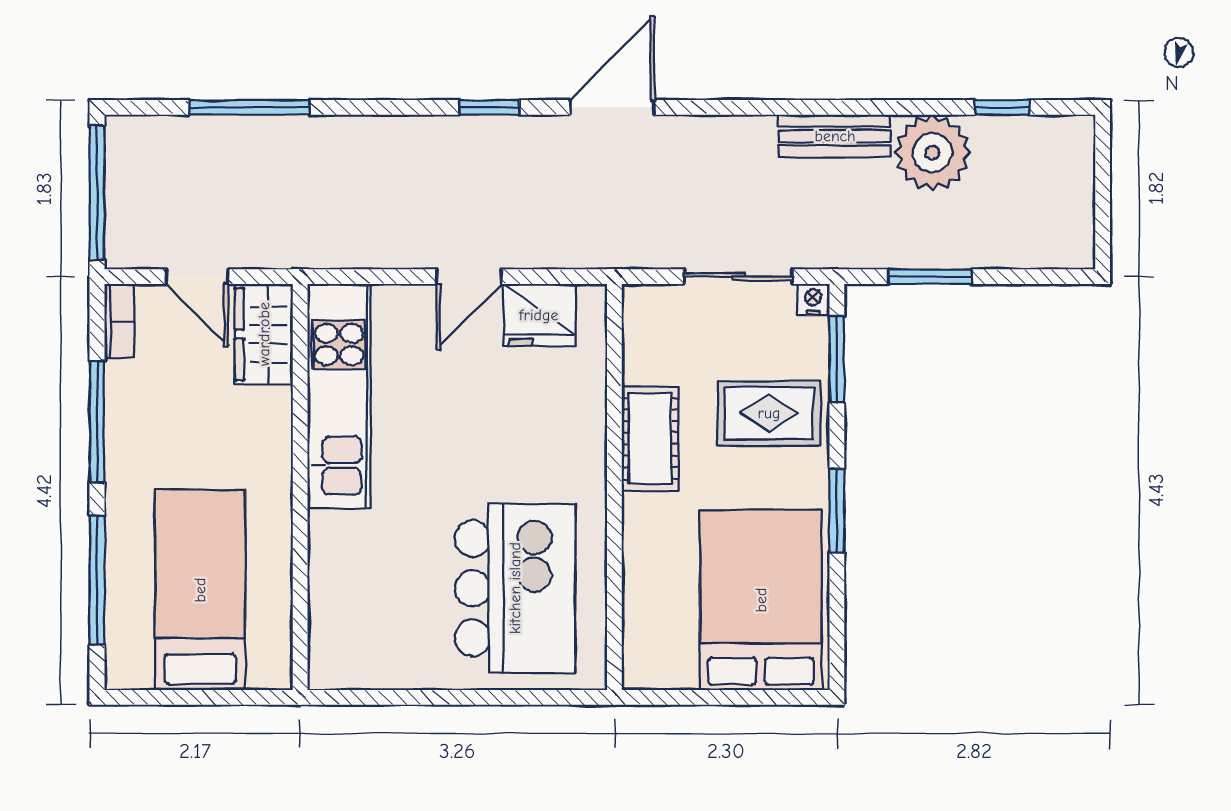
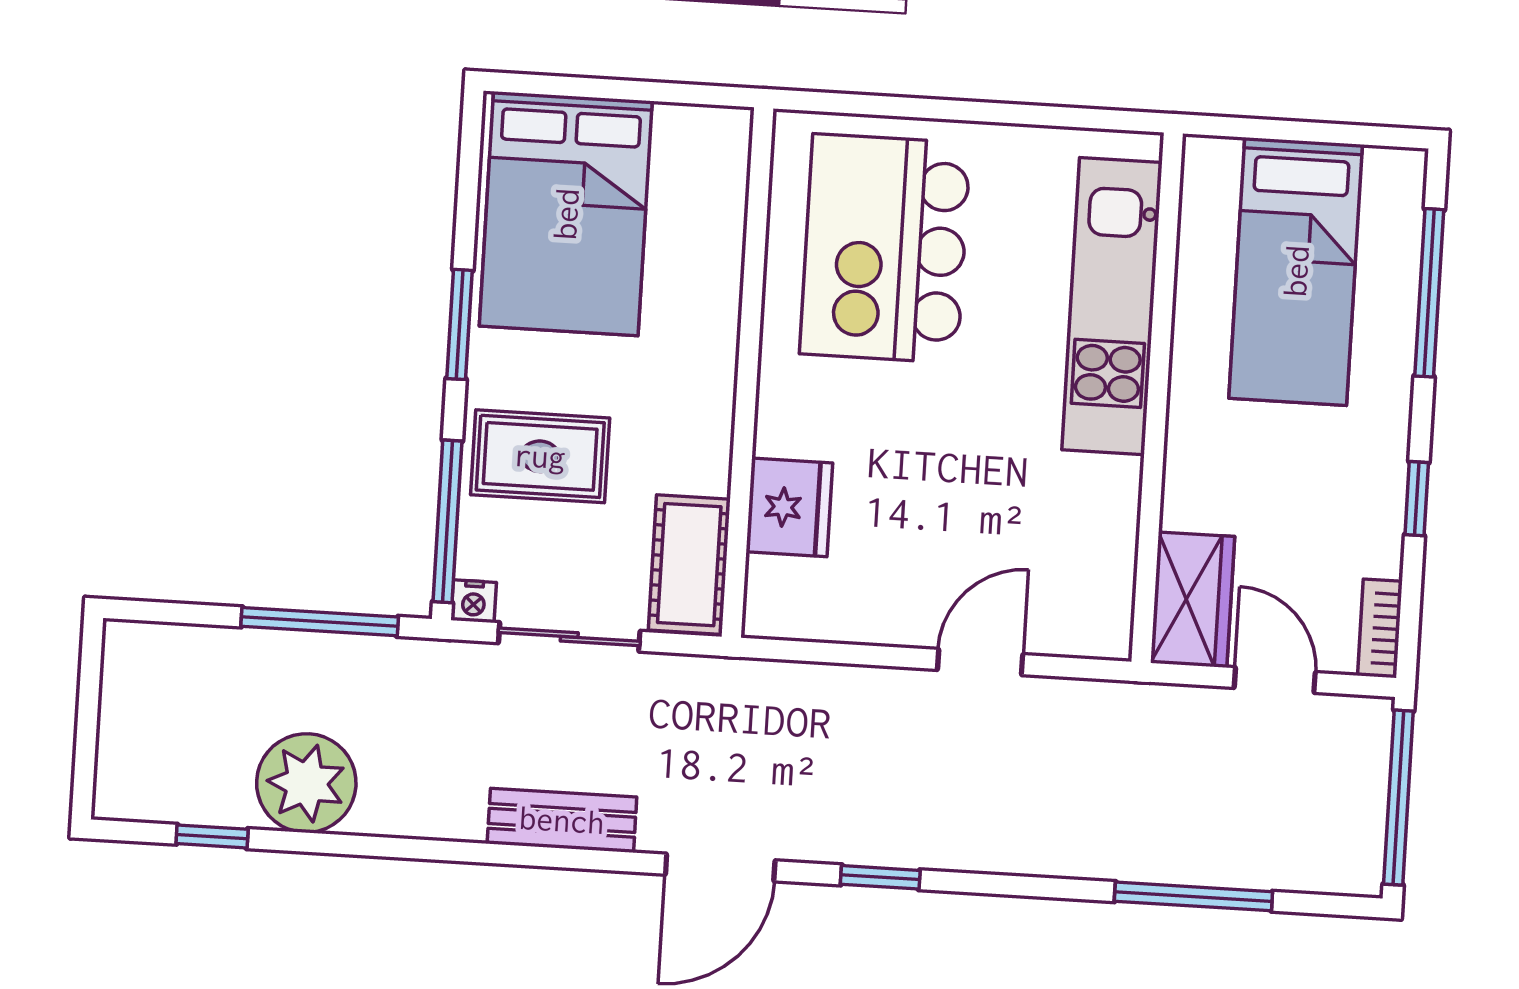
bench: (835, 136) -> (562, 820), moved
door: (469, 277) -> (980, 662), moved
window: (930, 277) -> (320, 622), width x1.44
fridge: (539, 315) -> (789, 507), moved, turned 90
window: (837, 359) -> (447, 521), width x1.44
kitchen unit: (339, 396) -> (1112, 306), moved
window: (97, 422) -> (1417, 499), width x0.46
cot: (650, 439) -> (689, 565), moved

